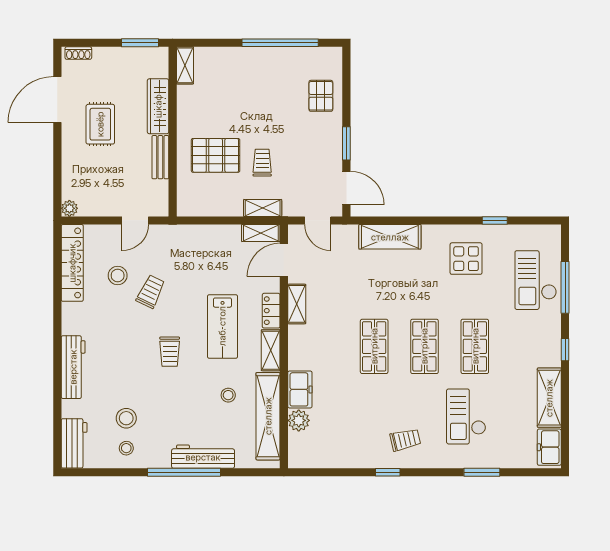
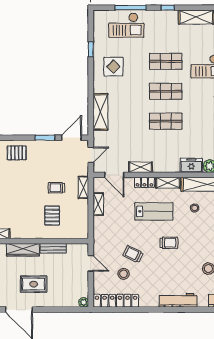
pallet: (216, 155) -> (52, 215), width x0.67, depth x0.71
shelving: (261, 233) -> (98, 204), moved

